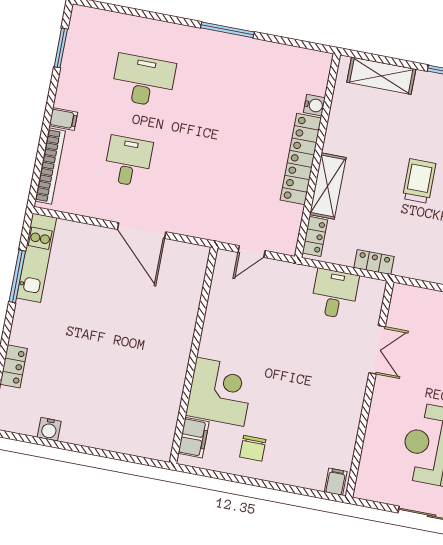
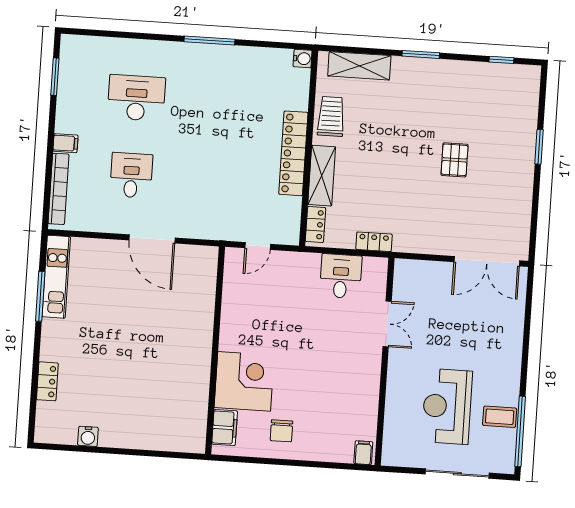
water cooler: (314, 105) -> (303, 59), moved
trolley: (419, 181) -> (331, 116), moved

